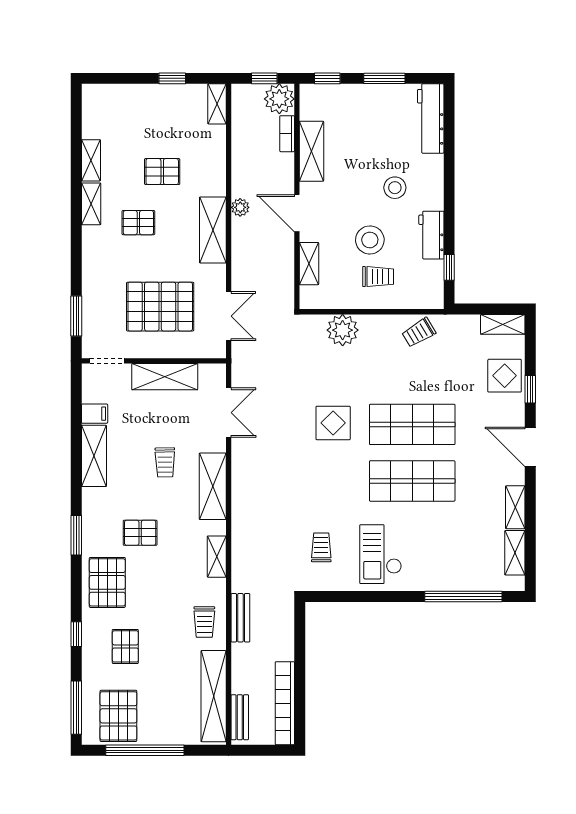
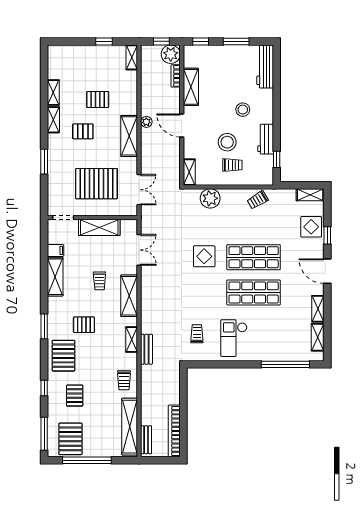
shelving: (309, 264) -> (189, 172), moved
window: (76, 316) -> (44, 162), moved
bench: (240, 618) -> (146, 349), moved

